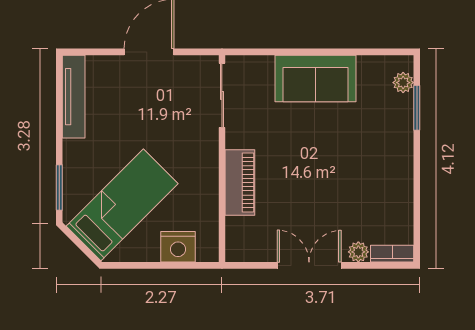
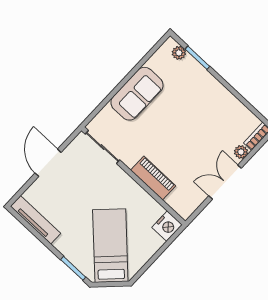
nightstand: (178, 247) -> (167, 226), moved

